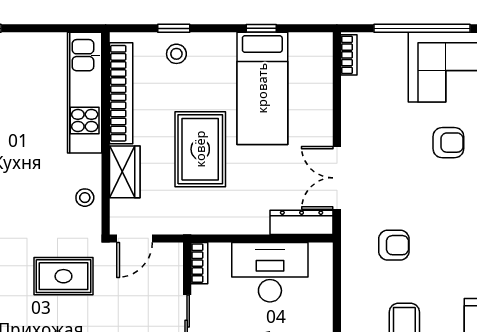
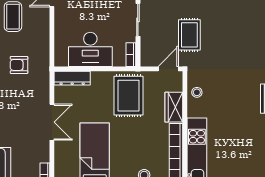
rug: (200, 149) -> (128, 96), moved
double door: (337, 178) -> (52, 122), moved
rug: (63, 276) -> (189, 35), moved, turned 90

